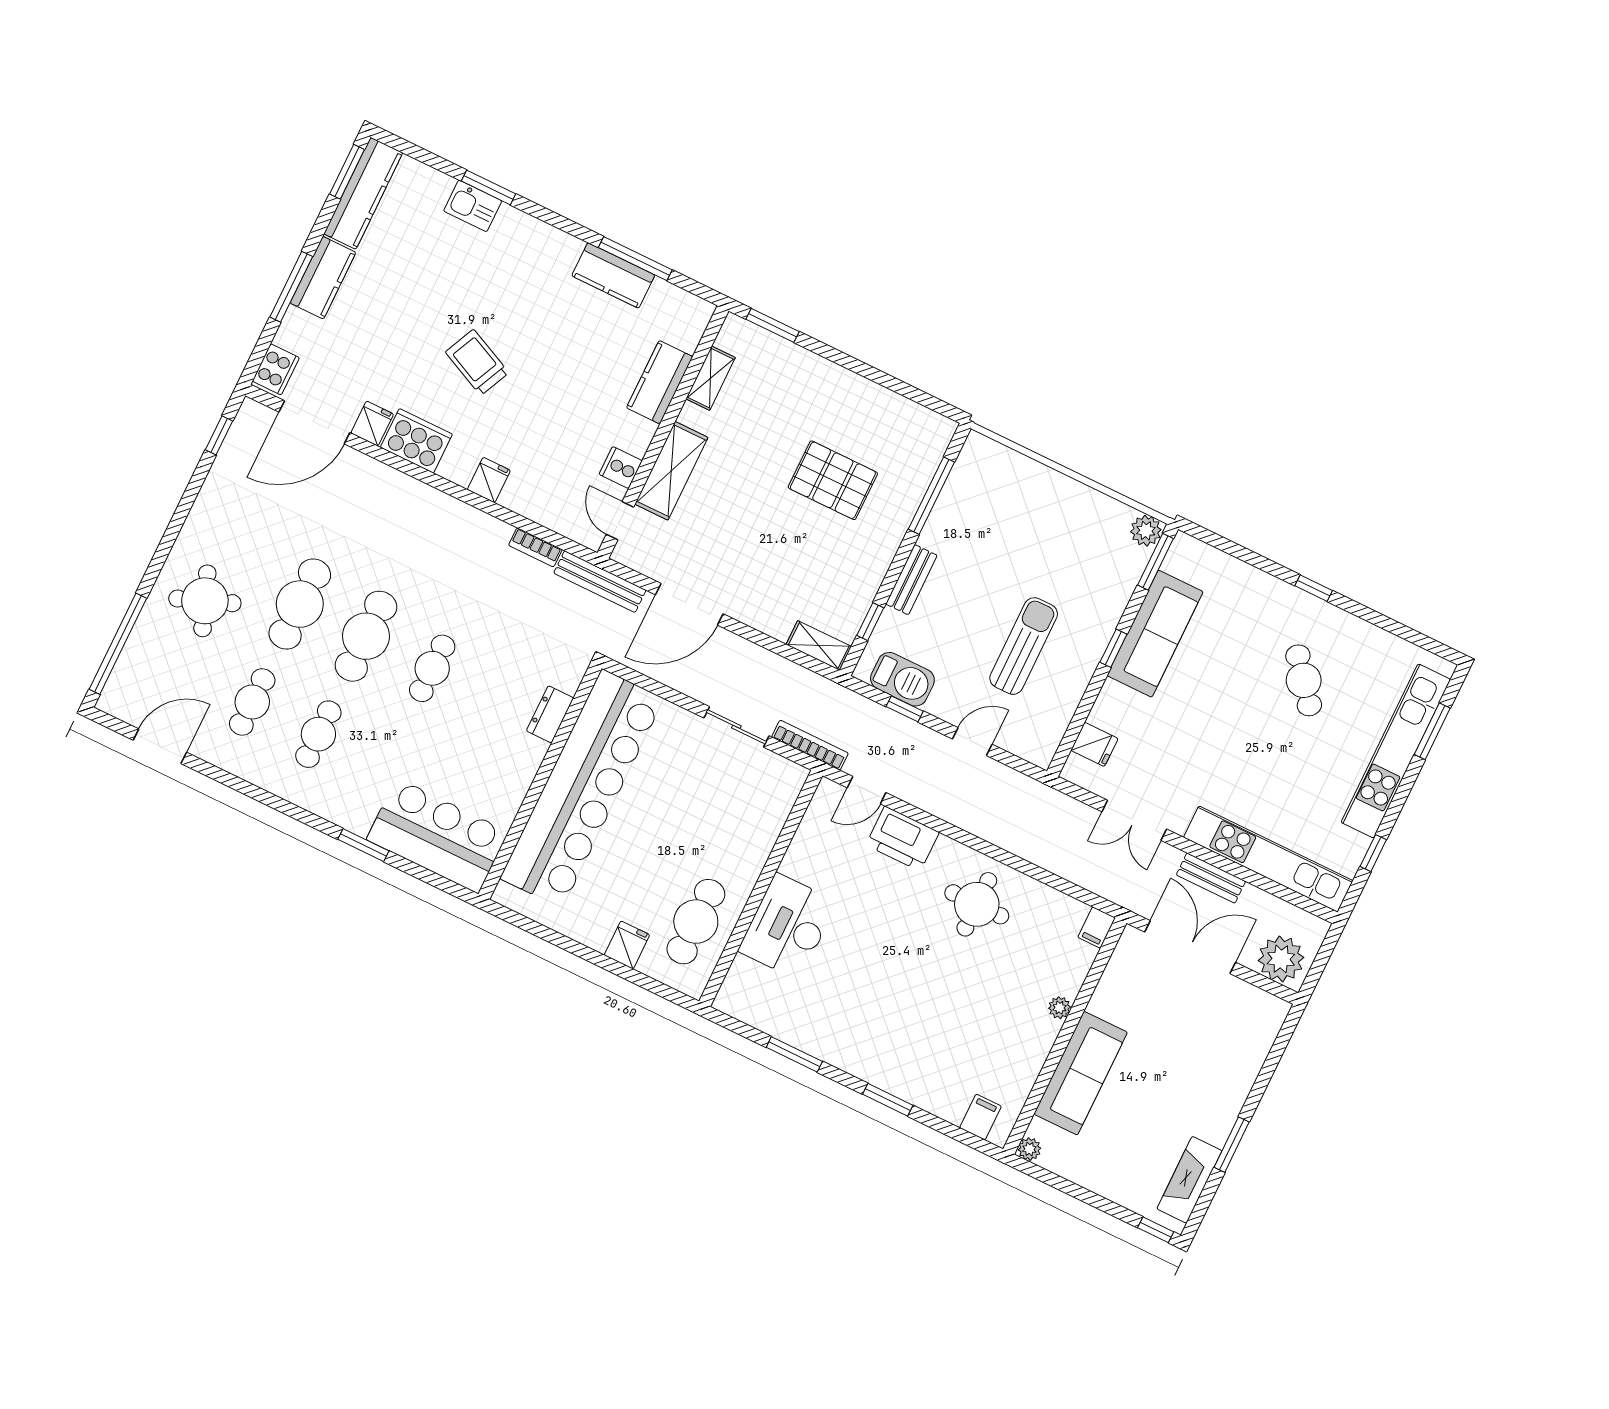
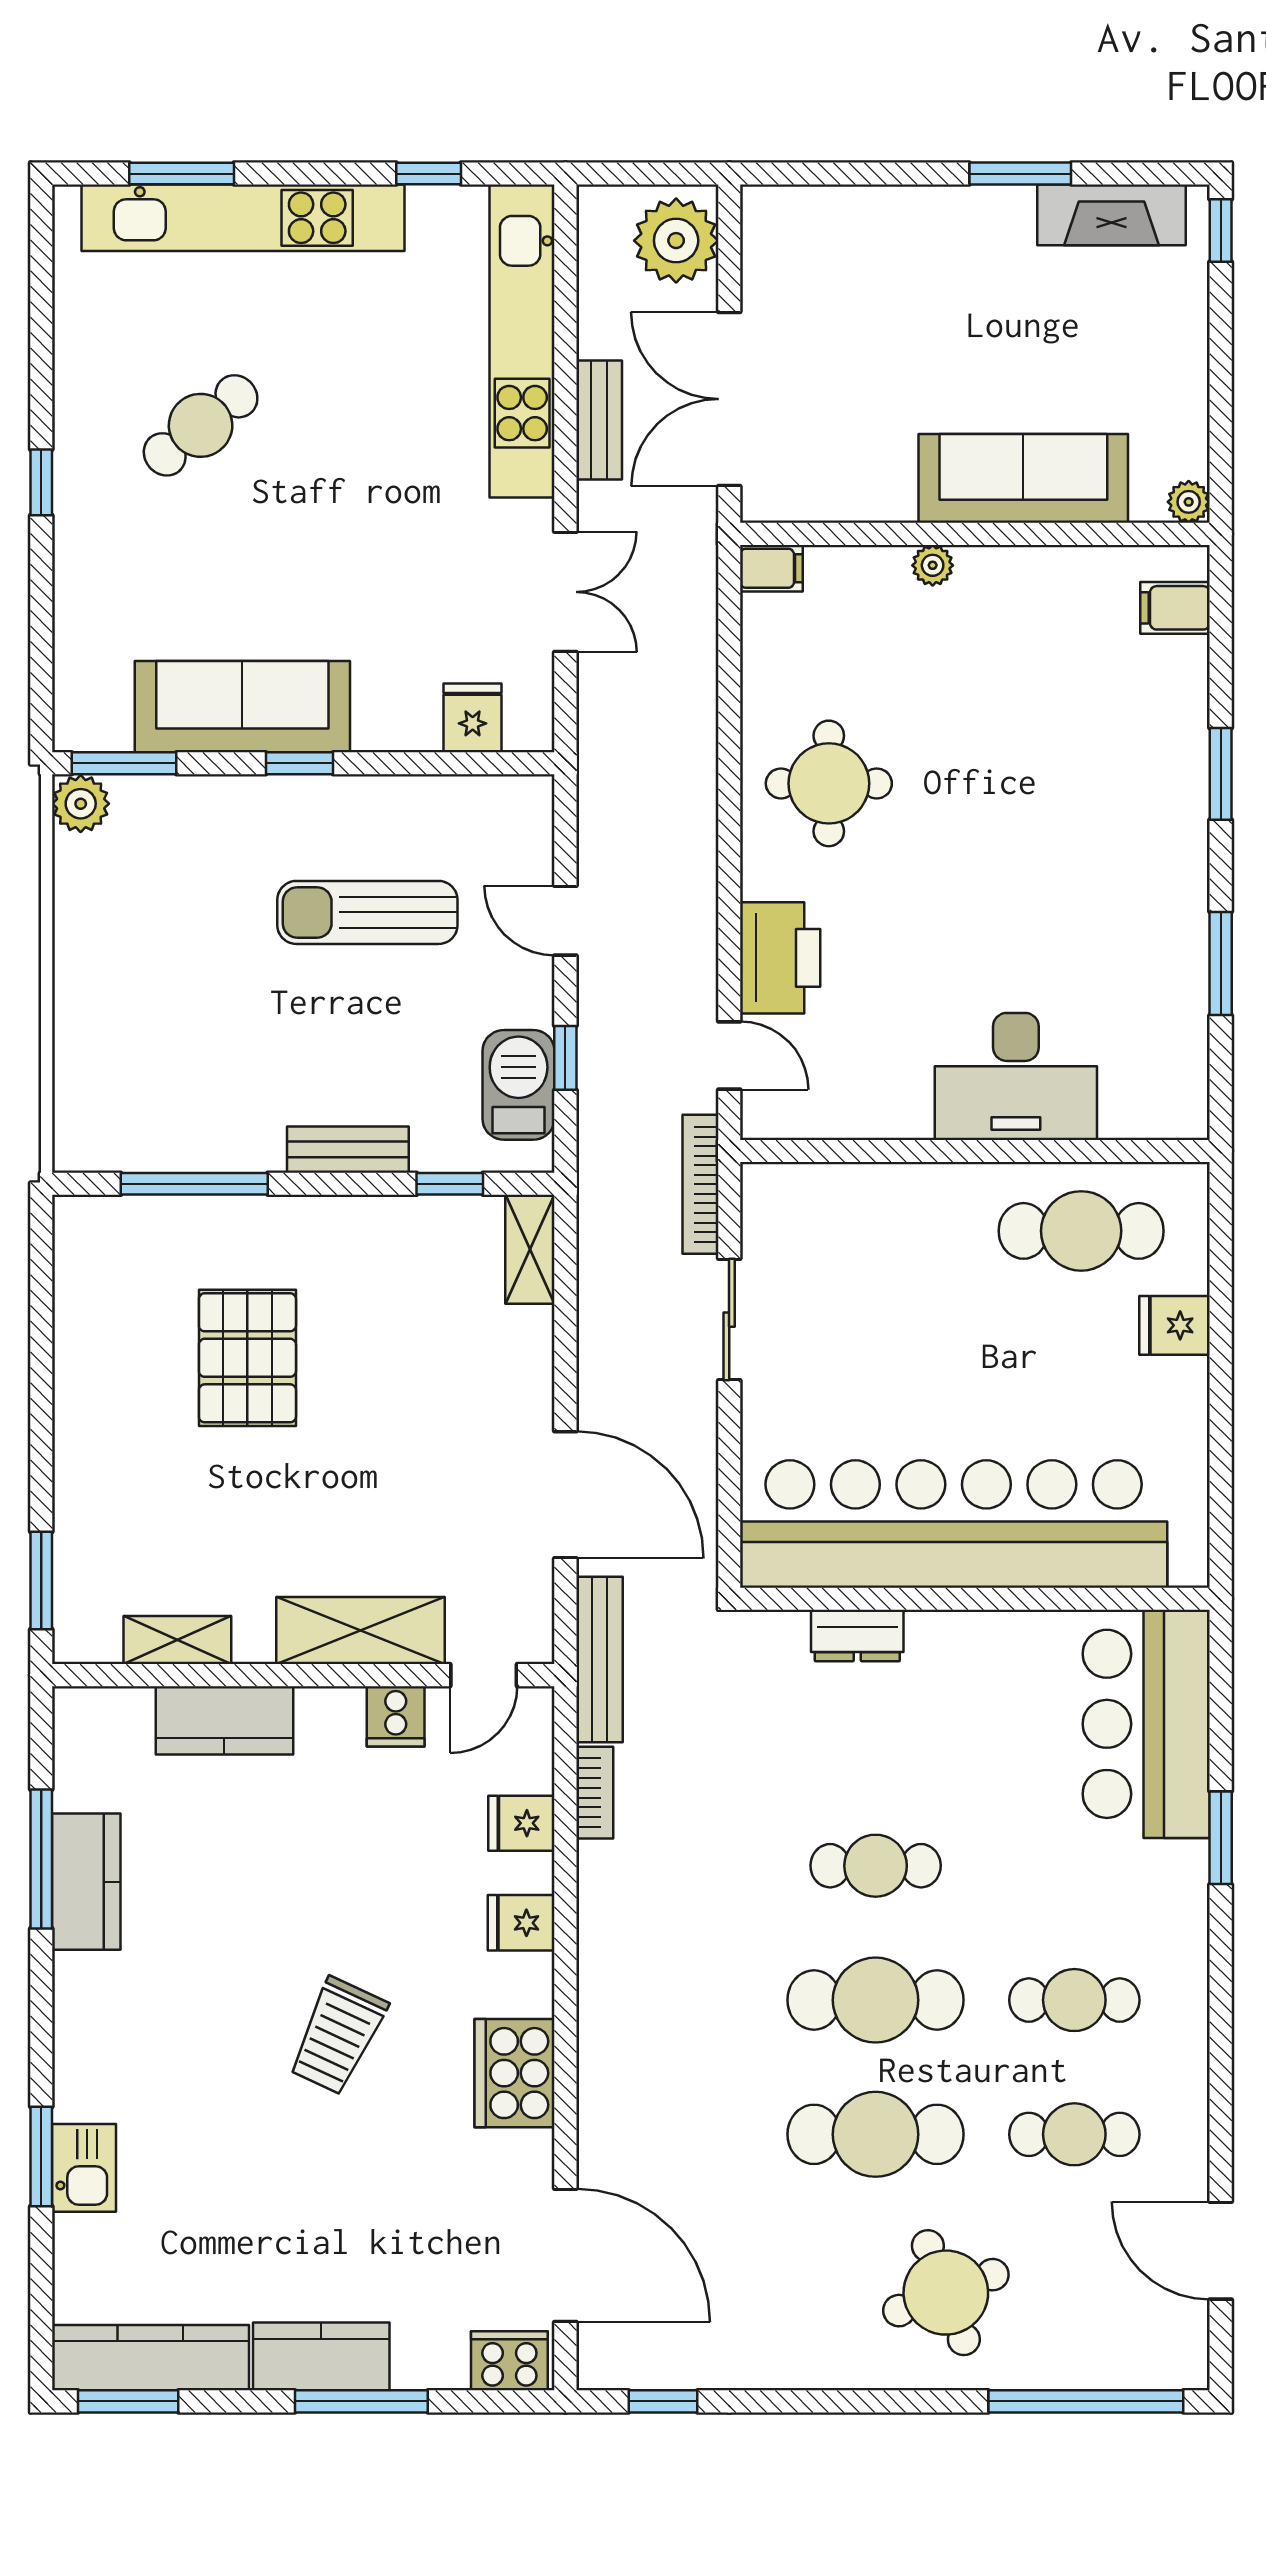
fridge: (372, 424) -> (521, 1823), moved

